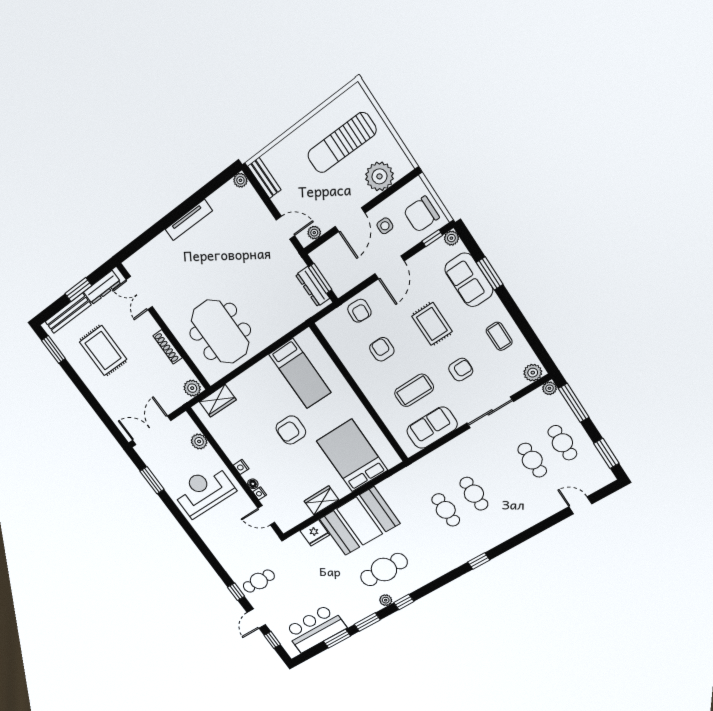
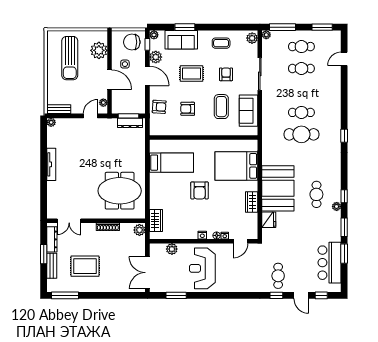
chair: (421, 214) -> (132, 42), turned 90
plant: (422, 261) -> (156, 57), added
bench: (68, 313) -> (52, 266), width x0.73
window: (53, 350) -> (65, 295), width x1.44
cafe table: (446, 510) -> (301, 134), width x1.37, depth x1.35
cafe table: (384, 570) -> (316, 194), width x0.73, depth x0.74

